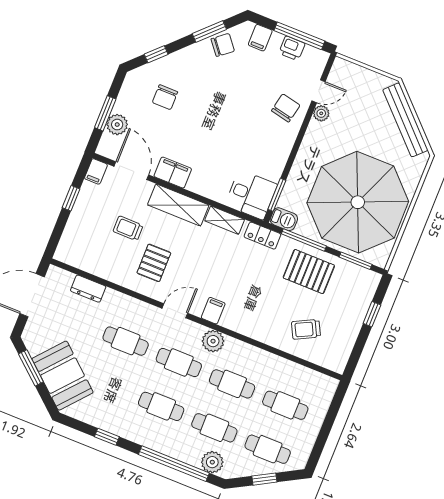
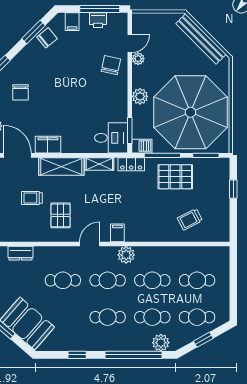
plant: (305, 159) -> (140, 96), added

